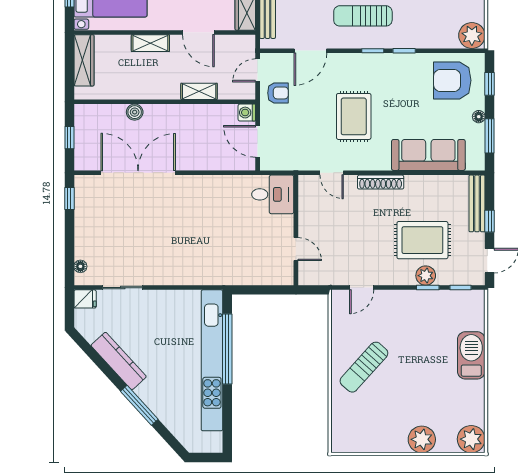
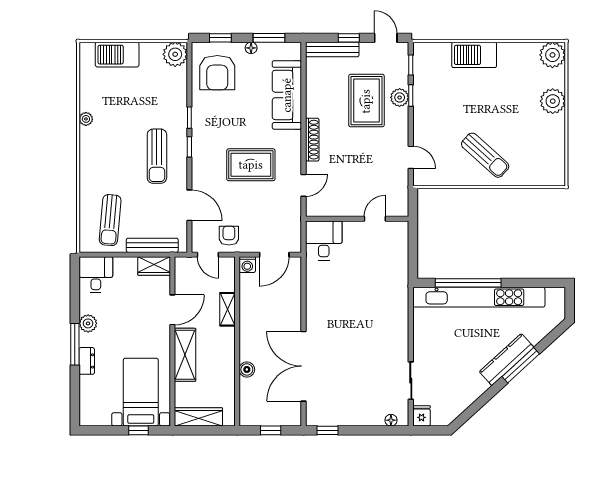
shelving: (150, 43) -> (185, 355), width x1.50, depth x1.33
kitchen counter: (119, 361) -> (507, 360), moved

